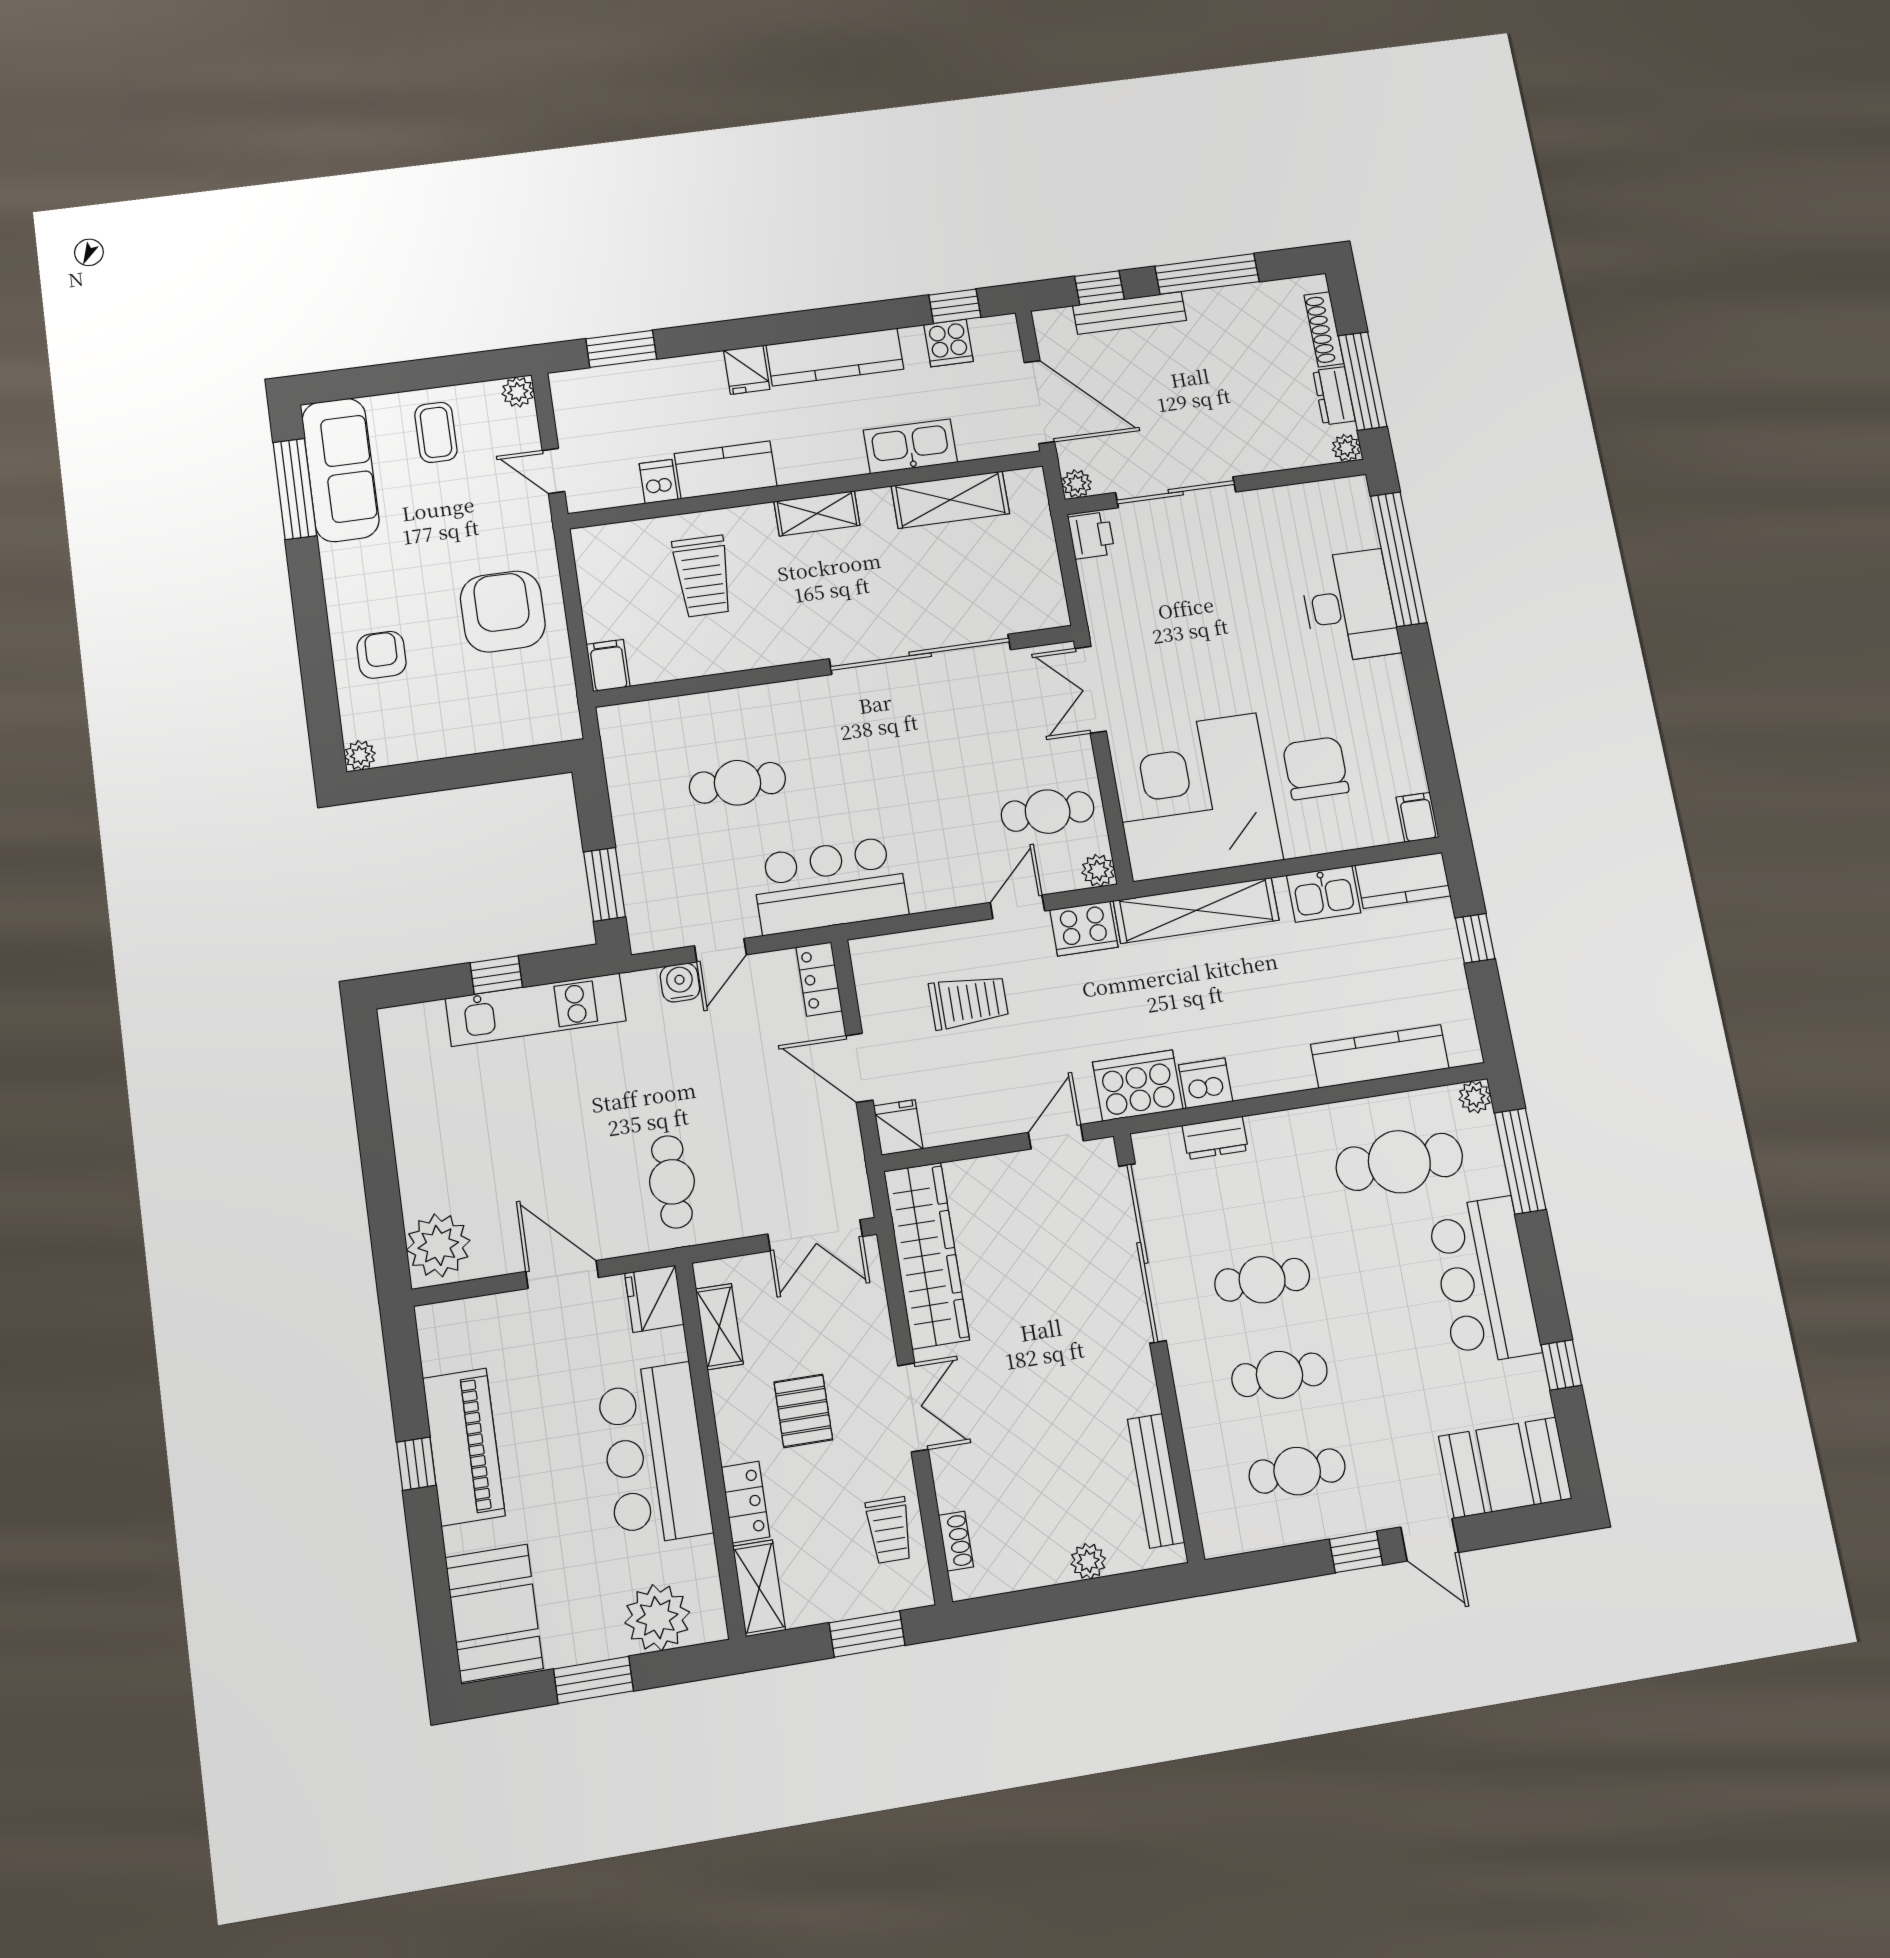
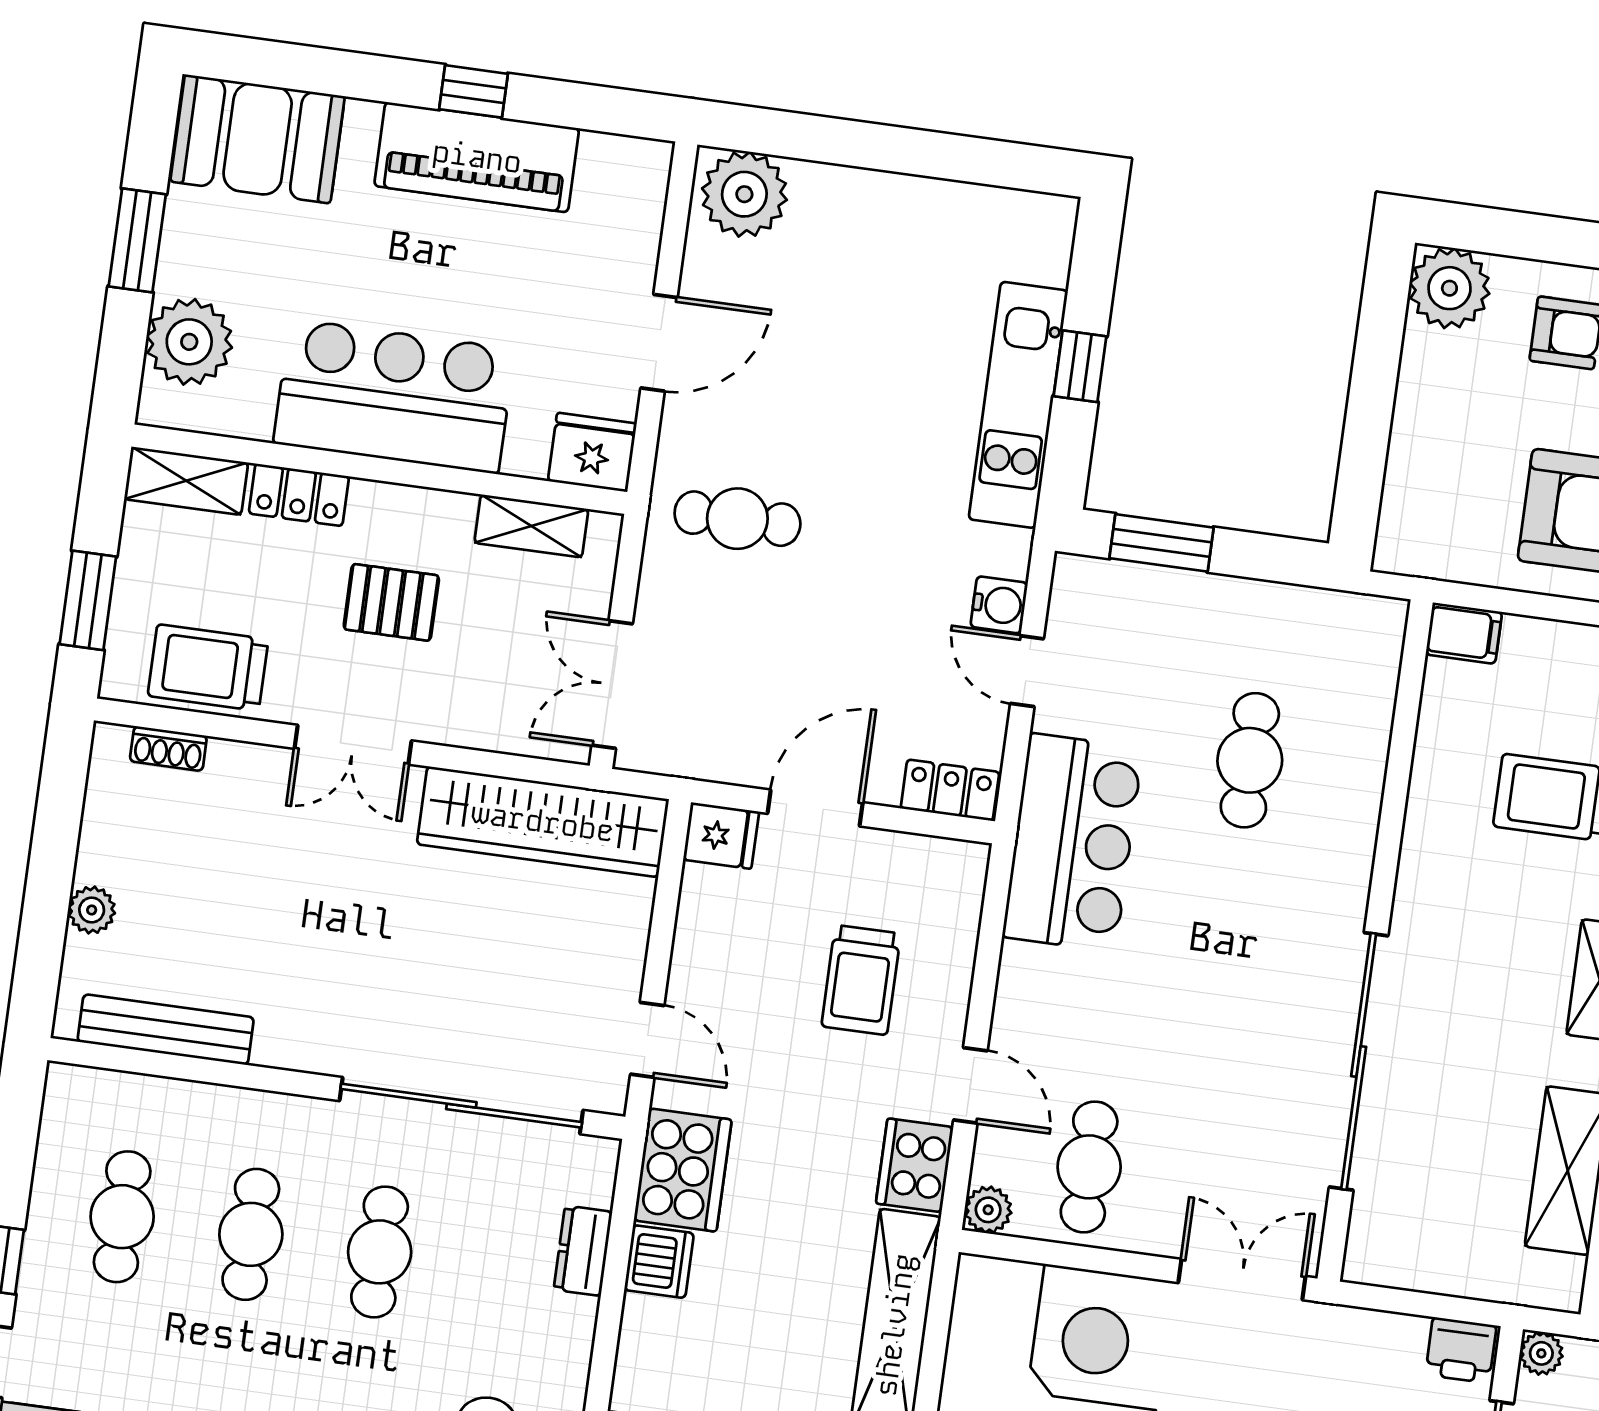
plant: (360, 755) -> (1449, 288), width x1.88, depth x1.88
trolley: (889, 1530) -> (208, 668), width x1.36, depth x1.39

